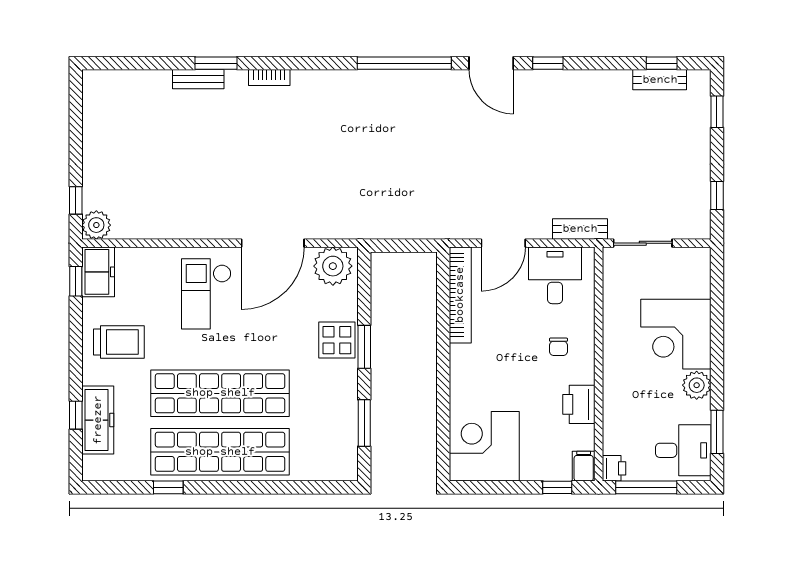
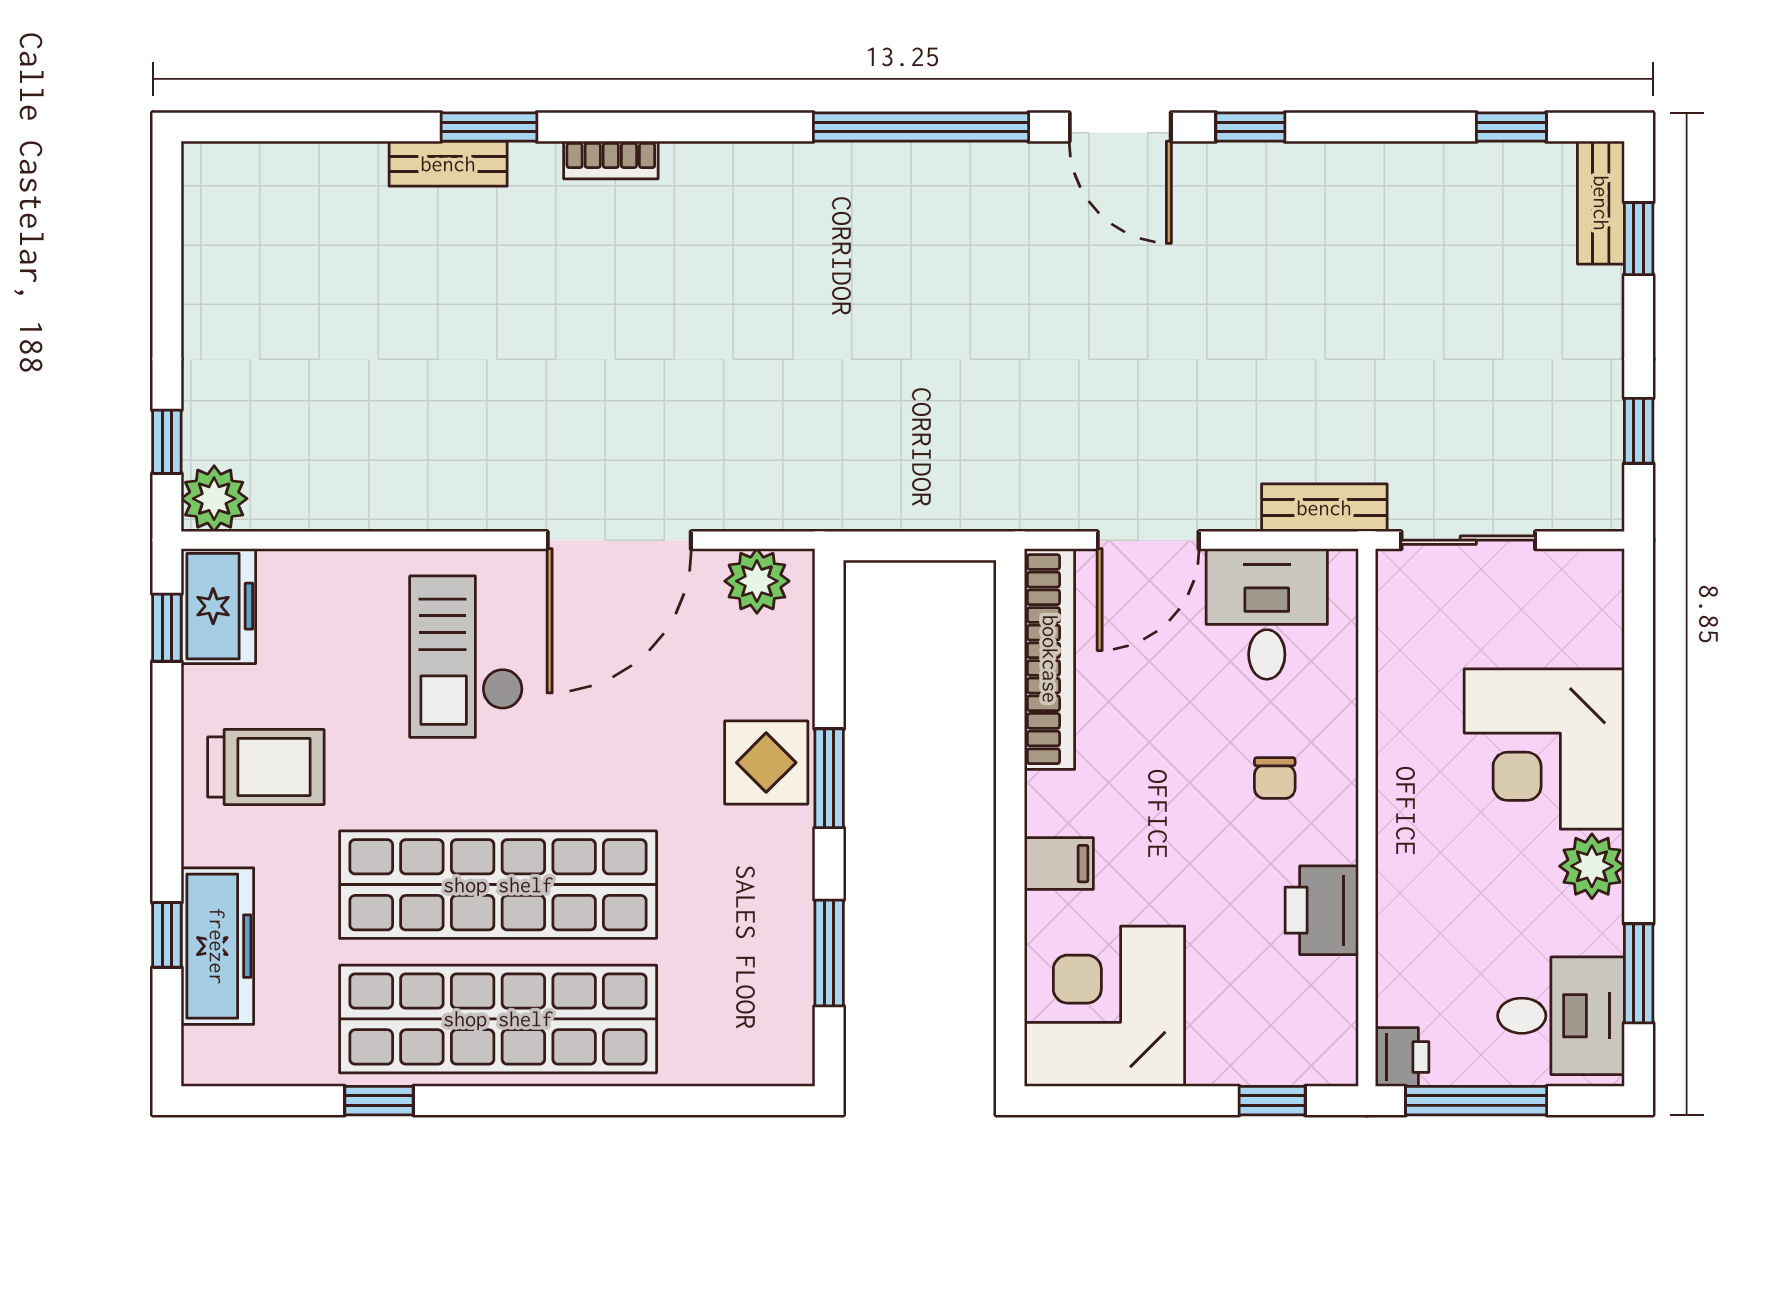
bench: (660, 80) -> (1601, 203), moved, turned 90
plant: (333, 266) -> (757, 581), width x0.73, depth x0.73
filing cabinet: (584, 466) -> (1059, 864), moved, turned 90

